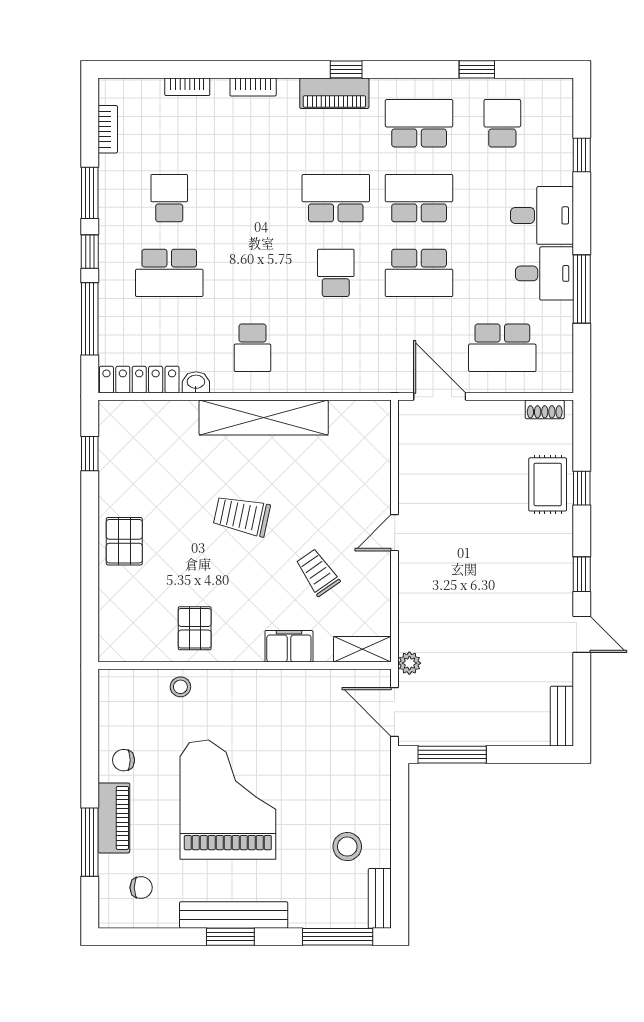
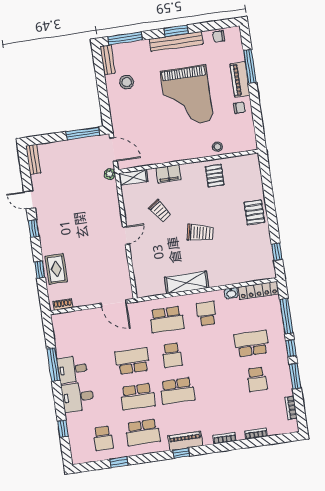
school desk: (502, 348) -> (167, 319), moved, turned 180
shelving: (264, 418) -> (187, 283), width x0.68
chair: (141, 888) -> (219, 36), moved

